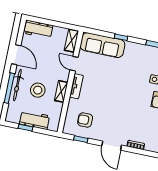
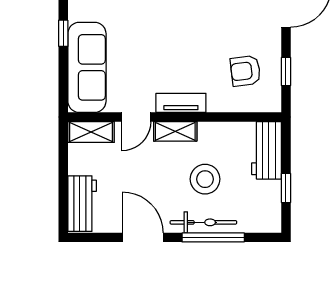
door: (16, 55) -> (143, 237), hinge flipped
shelving: (61, 91) -> (175, 131), moved
workbench: (35, 120) -> (267, 150), moved
armchair: (85, 120) -> (245, 71), turned 83

